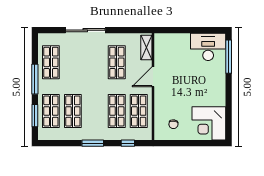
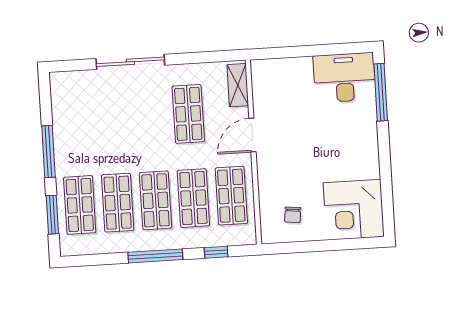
shop shelf: (51, 62) -> (155, 200), moved
window: (93, 143) -> (155, 256), width x1.44

